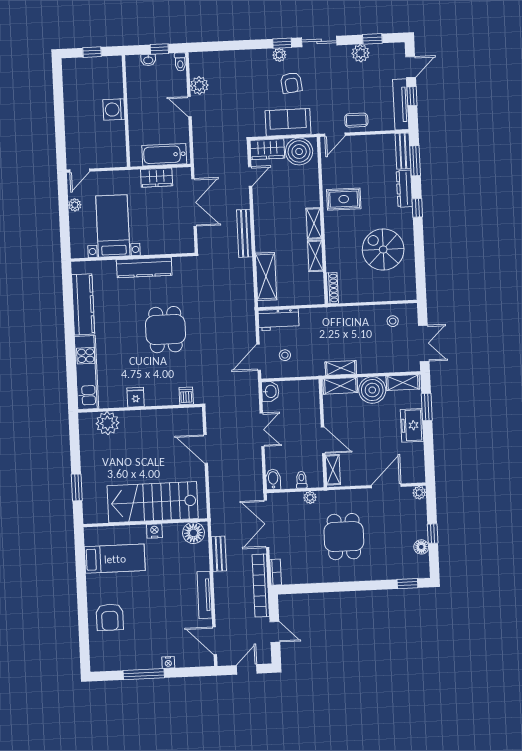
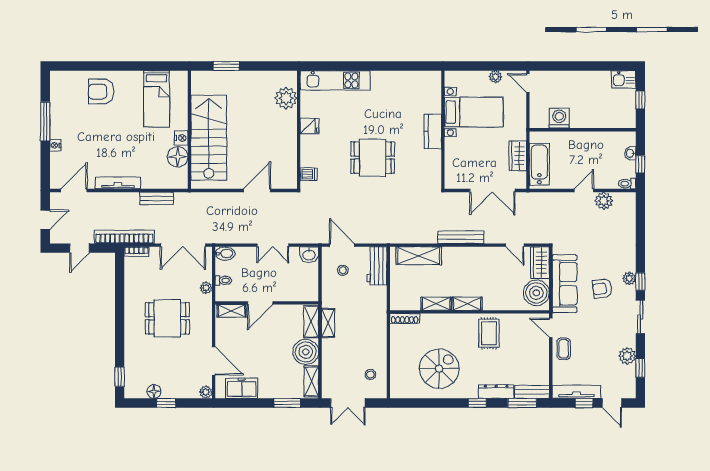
kitchen sink: (71, 71) -> (624, 79), added
washing machine: (114, 109) -> (559, 118), moved
sofa: (288, 122) -> (565, 284), width x1.36
kitchen counter: (144, 267) -> (433, 131), width x0.67
kitchen counter: (83, 304) -> (400, 80), removed
freezer: (412, 425) -> (242, 388), moved
double door: (267, 524) -> (183, 245), swing flipped
floor lamp: (194, 533) -> (178, 157), moved
door: (247, 669) -> (45, 220), hinge flipped

